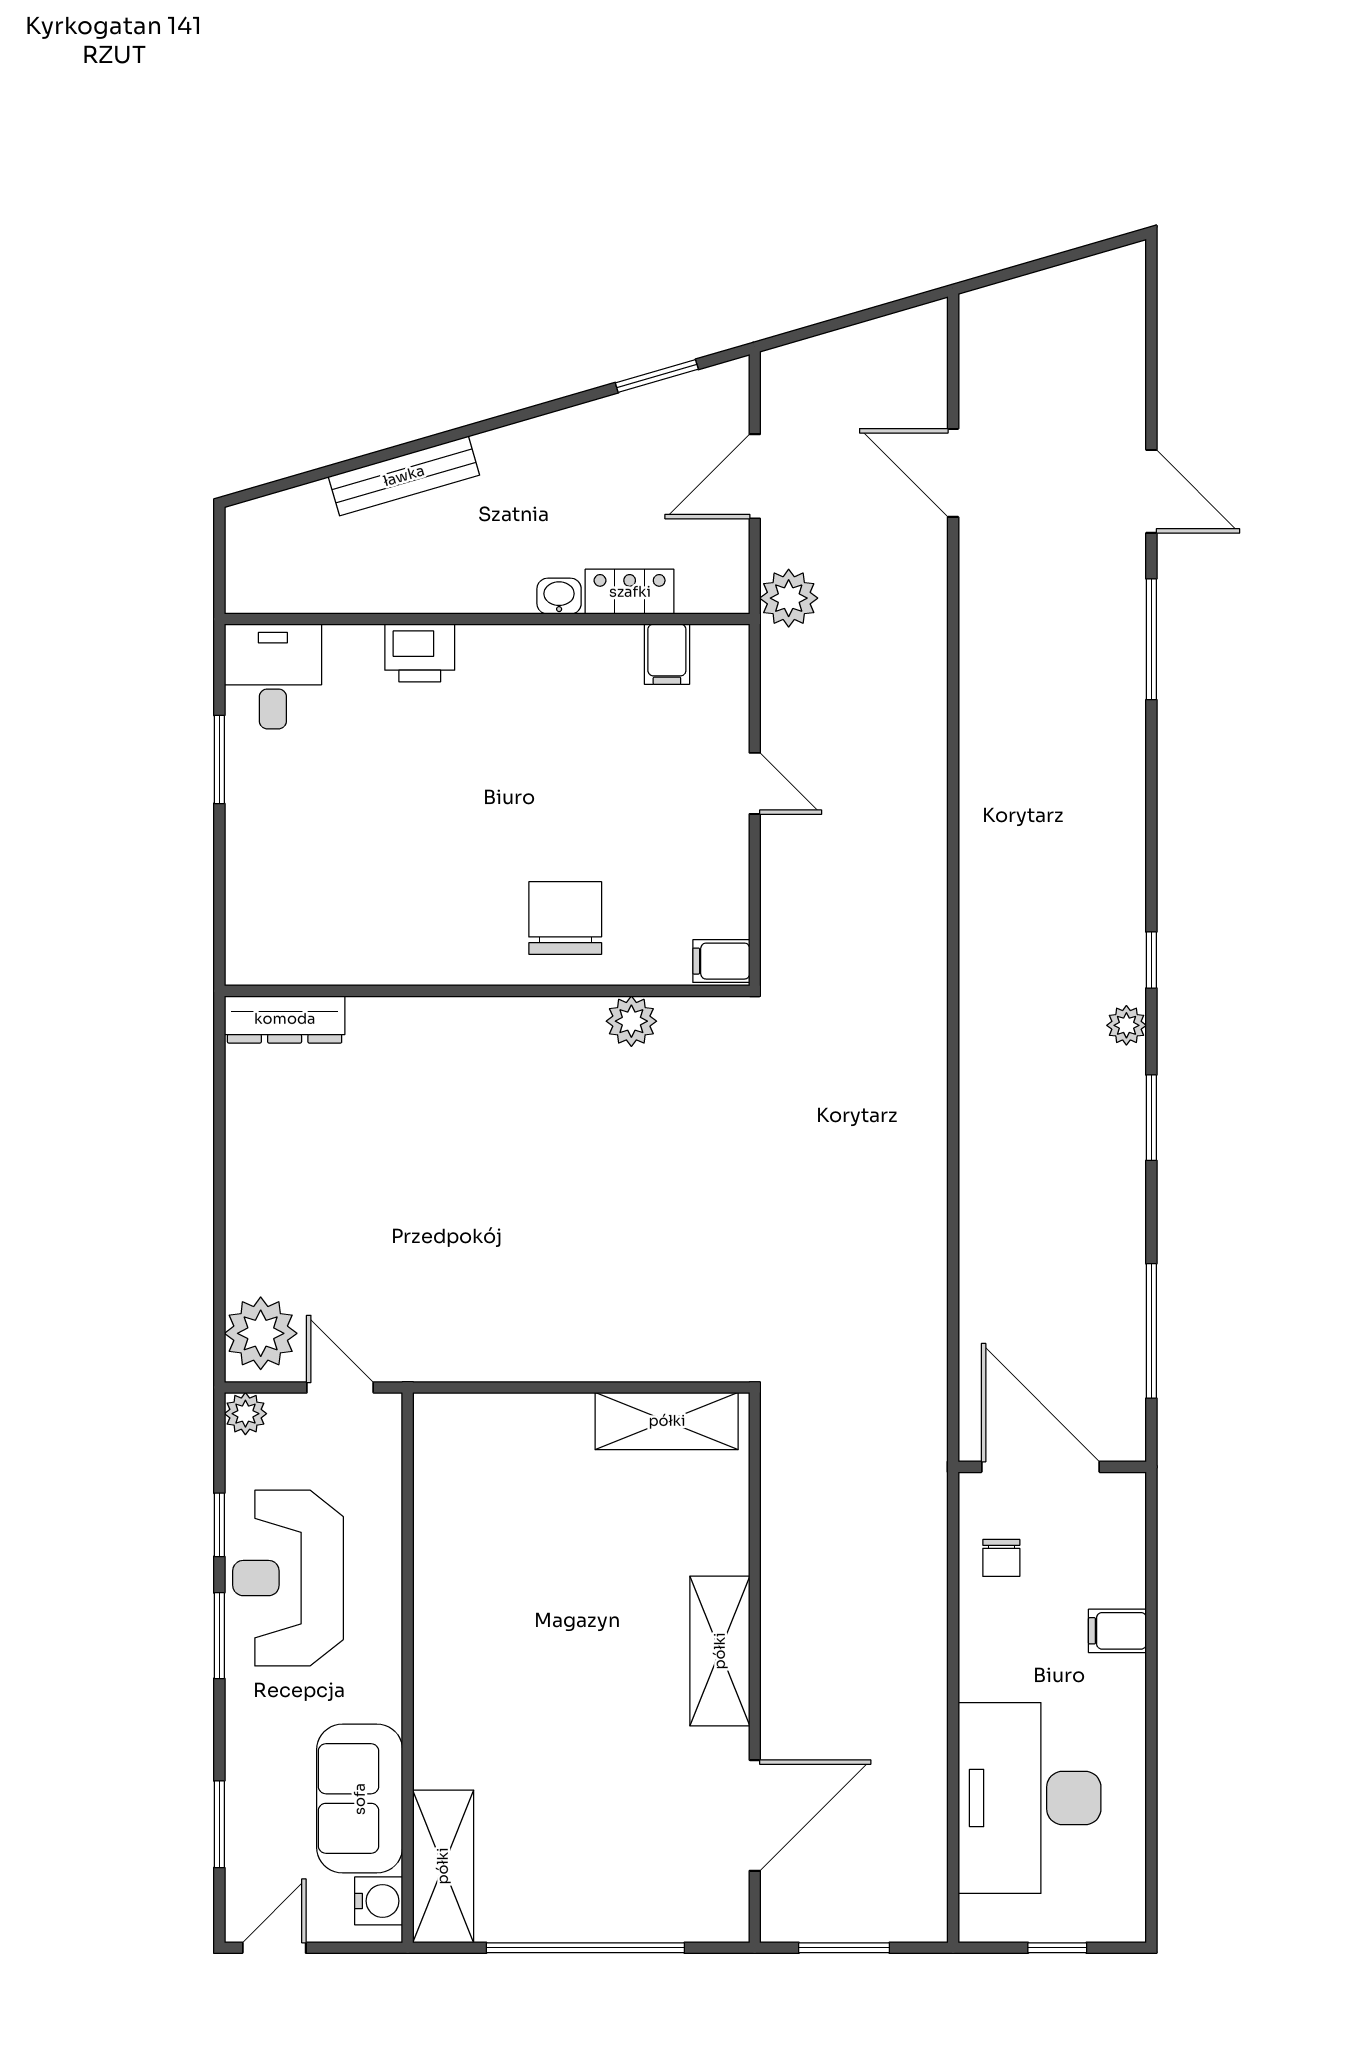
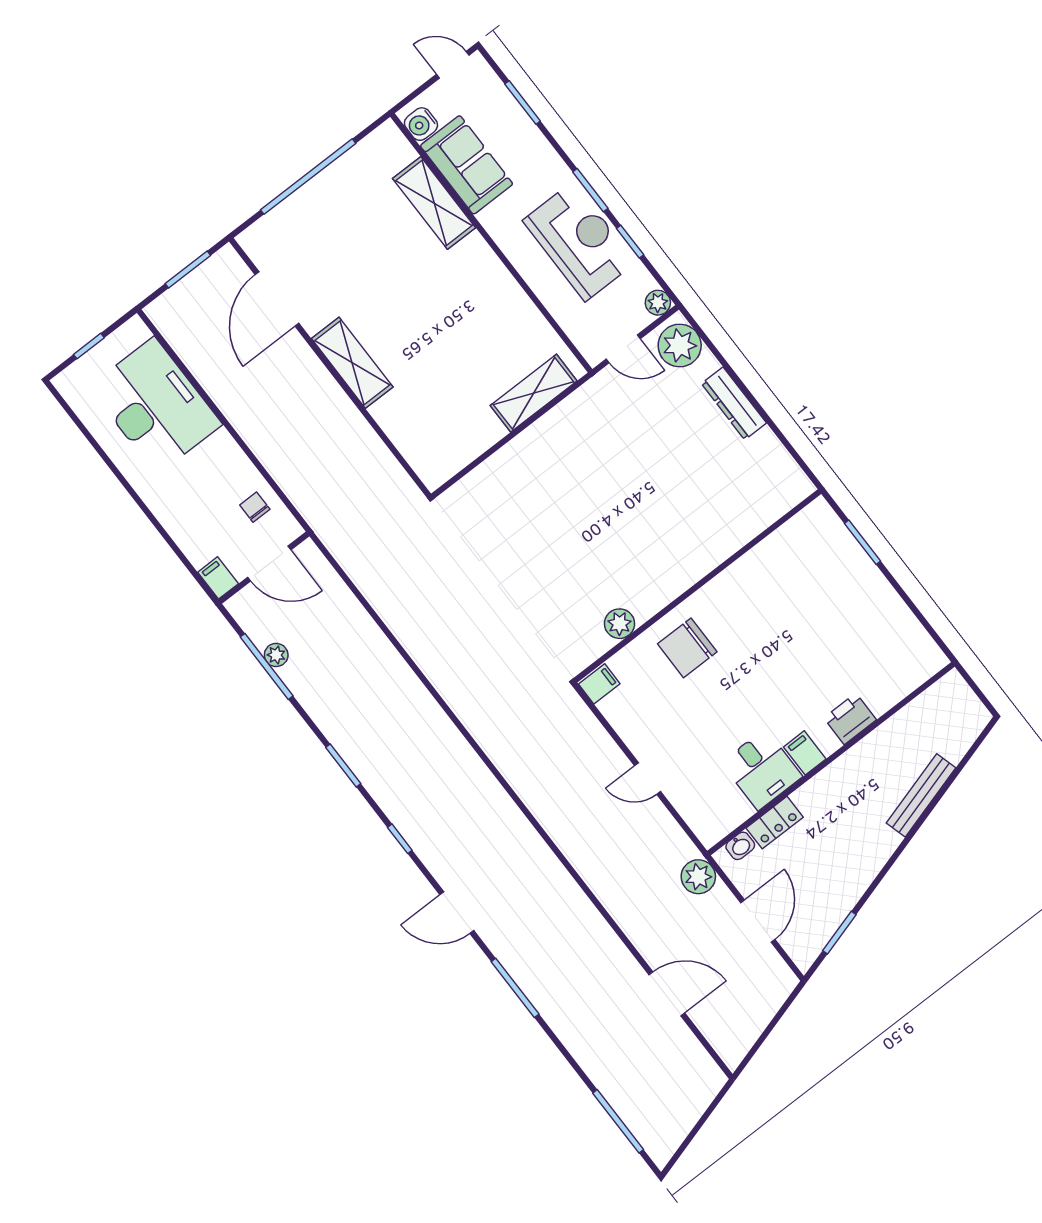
window: (1151, 352) -> (618, 1121), added
door: (1151, 491) -> (457, 912), moved
washbasin: (559, 596) -> (740, 846), moved
filing cabinet: (667, 654) -> (805, 753), moved
desk: (273, 676) -> (762, 770), moved
window: (219, 759) -> (862, 542), moved
chair: (565, 918) -> (687, 648), turned 90
dresser: (285, 1019) -> (734, 403), moved, turned -90
plant: (1126, 1025) -> (276, 655), moved
shelving: (667, 1421) -> (534, 393), moved
door: (1041, 1467) -> (269, 564), width x0.73
filing cabinet: (1117, 1631) -> (218, 578), moved, turned -90
shelving: (443, 1866) -> (434, 203), moved
door: (274, 1948) -> (453, 65), swing flipped

